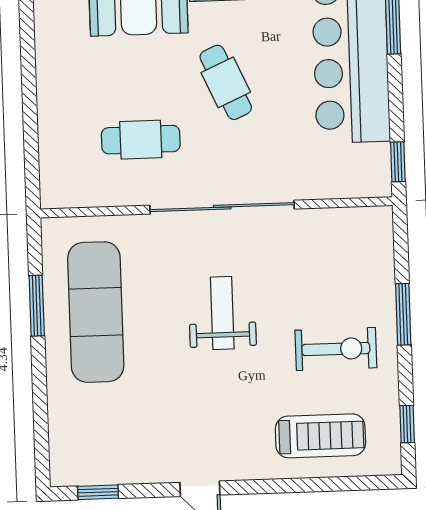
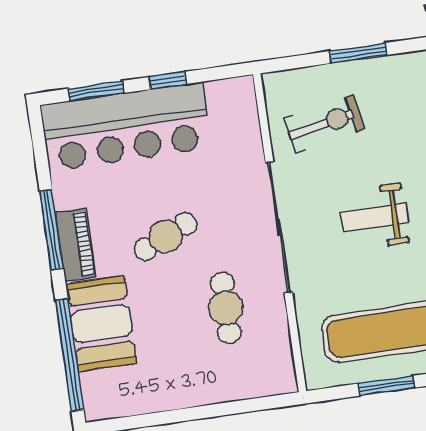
window: (398, 162) -> (167, 80), moved
exercise bike: (336, 349) -> (325, 124), moved, turned 79

